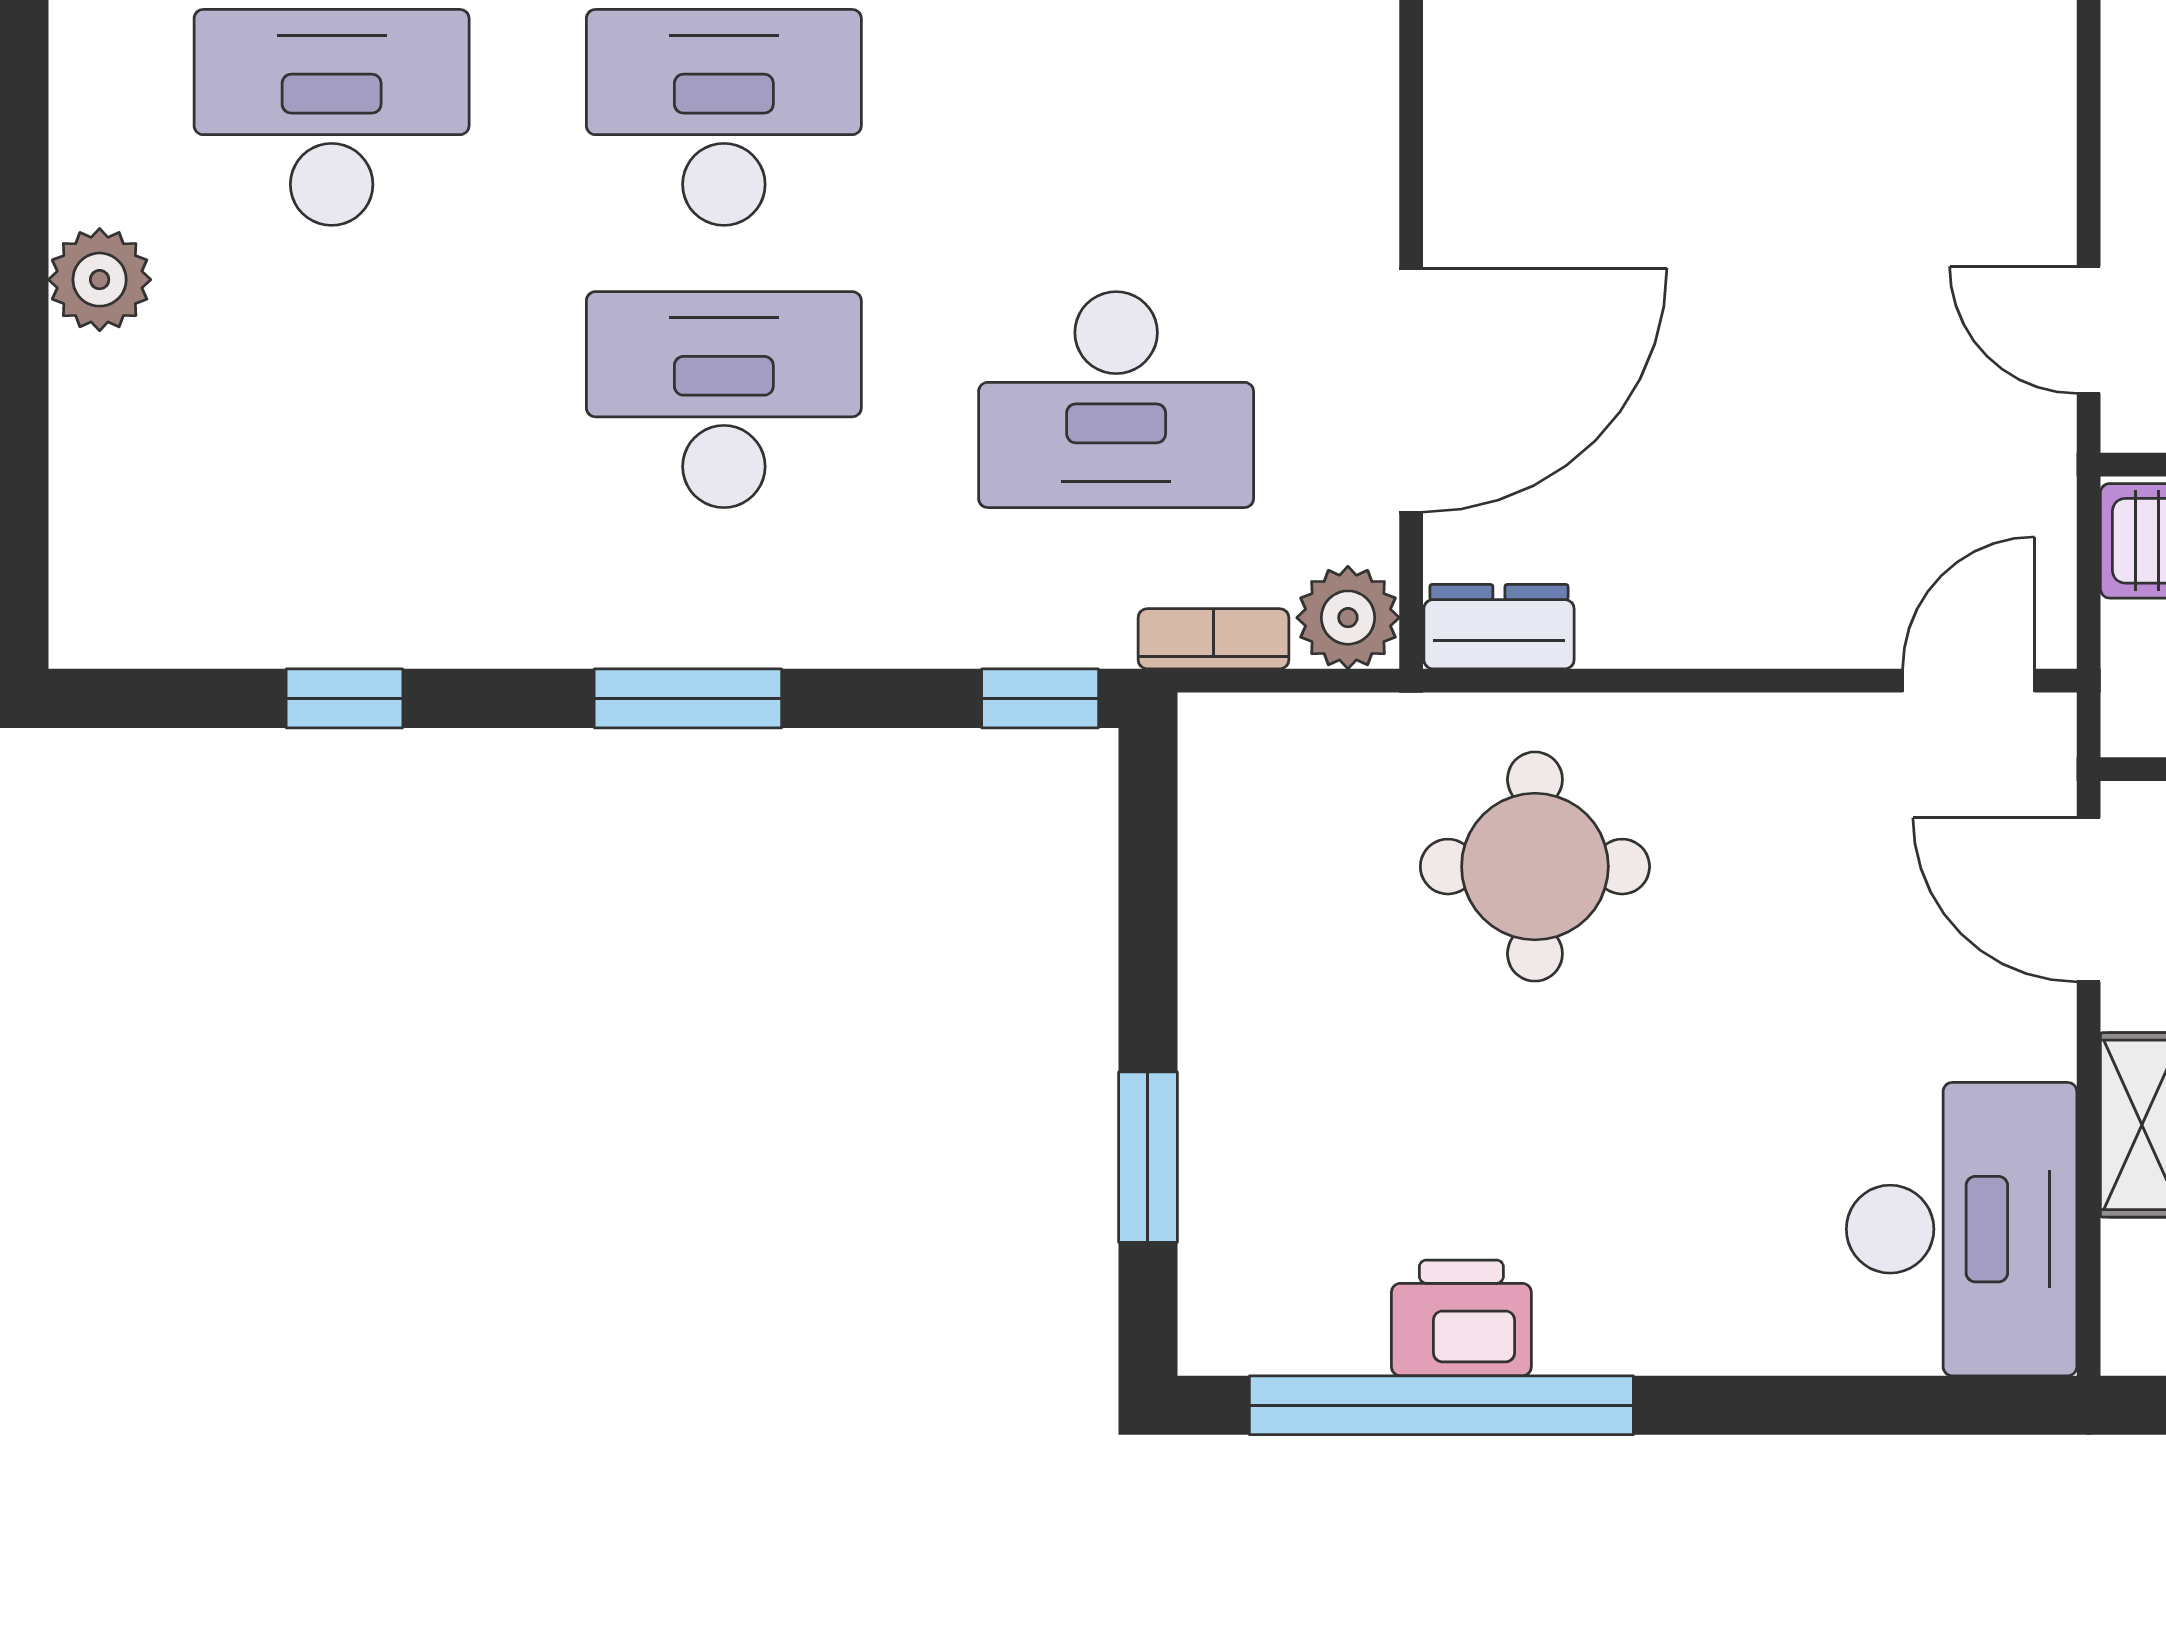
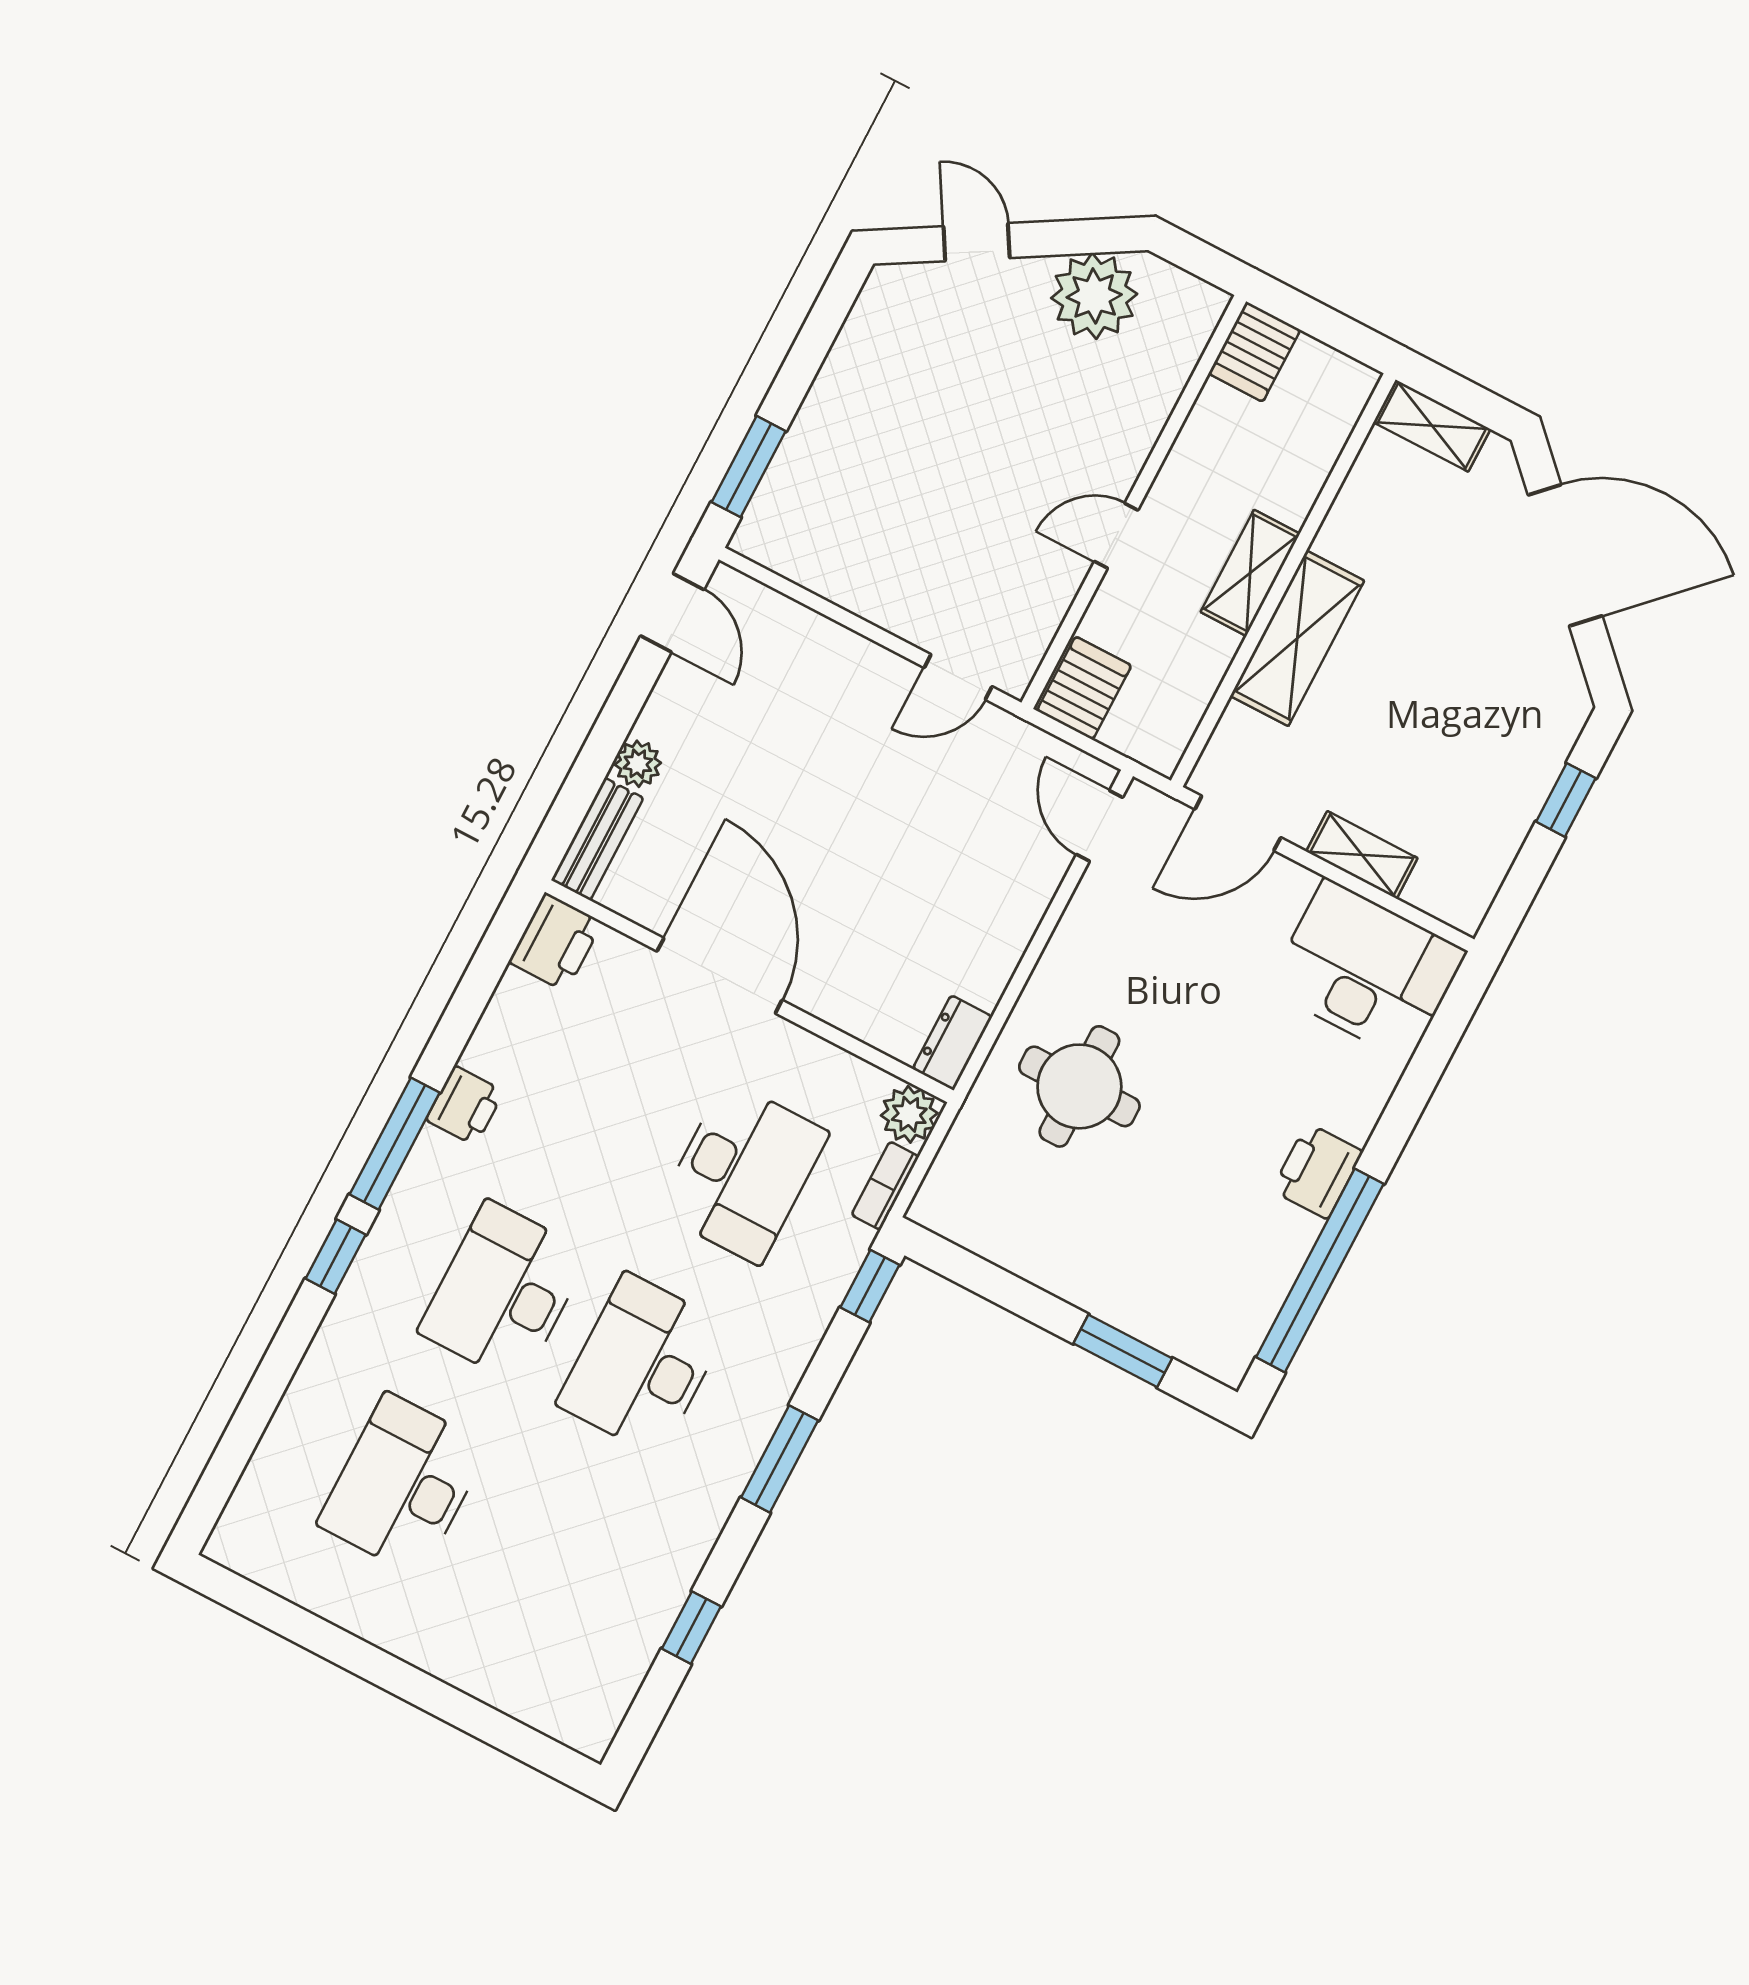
plant: (100, 280) -> (423, 1640), removed
door: (1411, 390) -> (720, 976), moved
printer: (1461, 1318) -> (1317, 1171), moved

